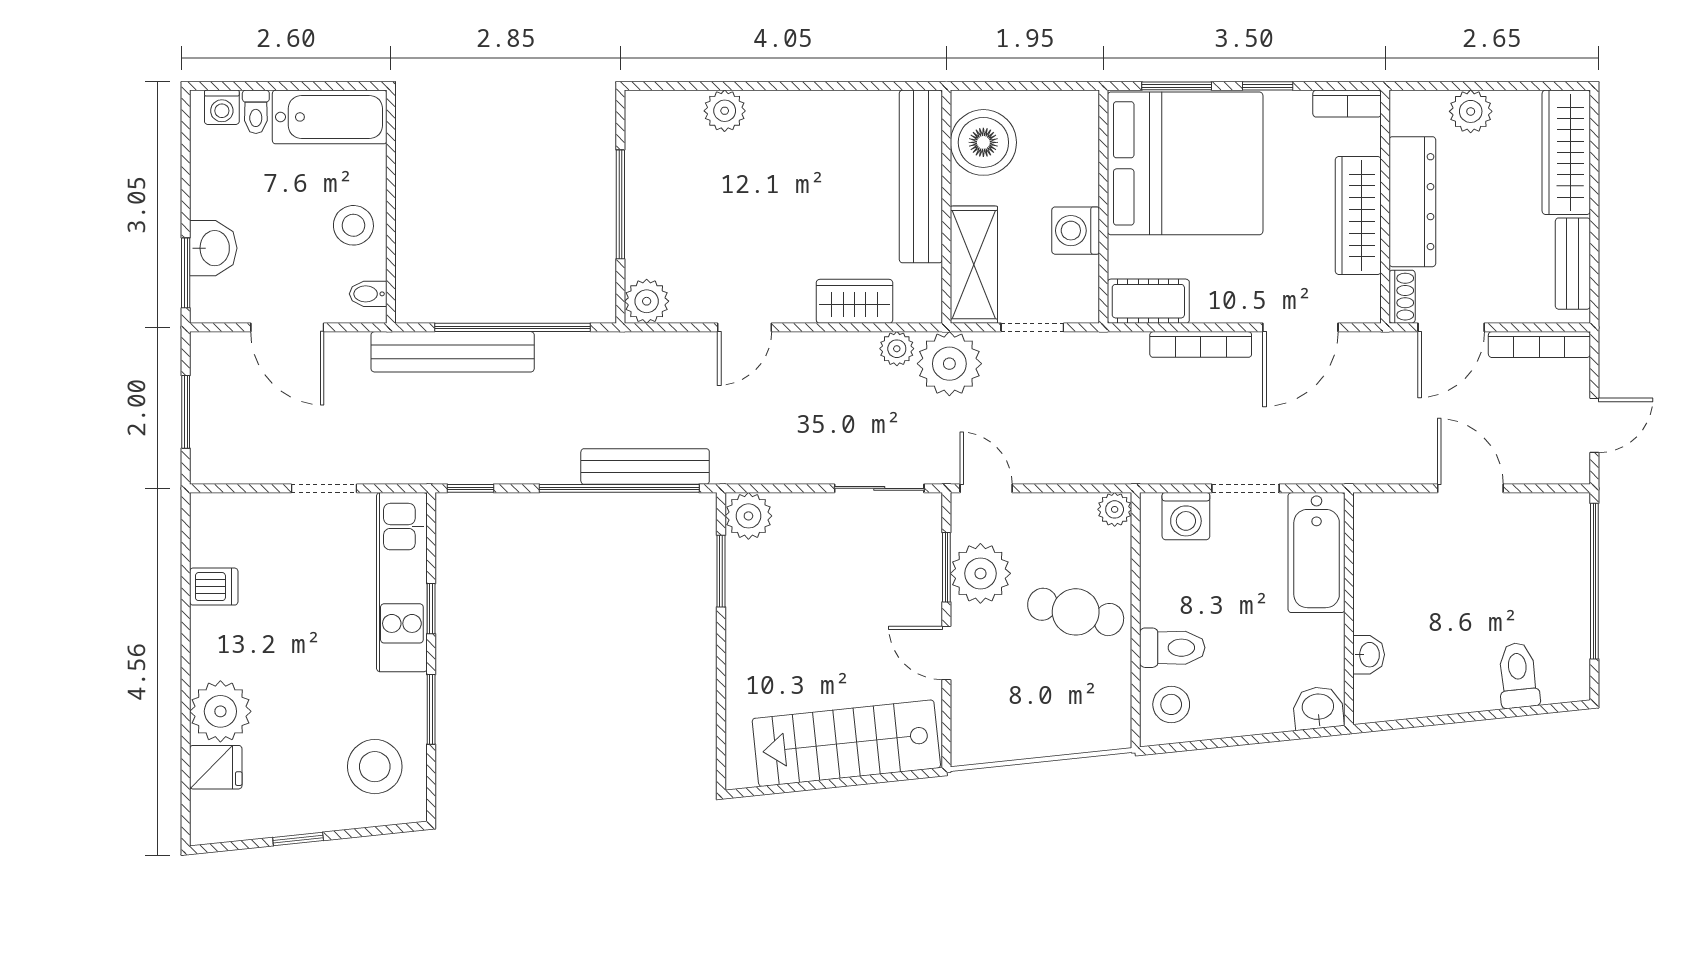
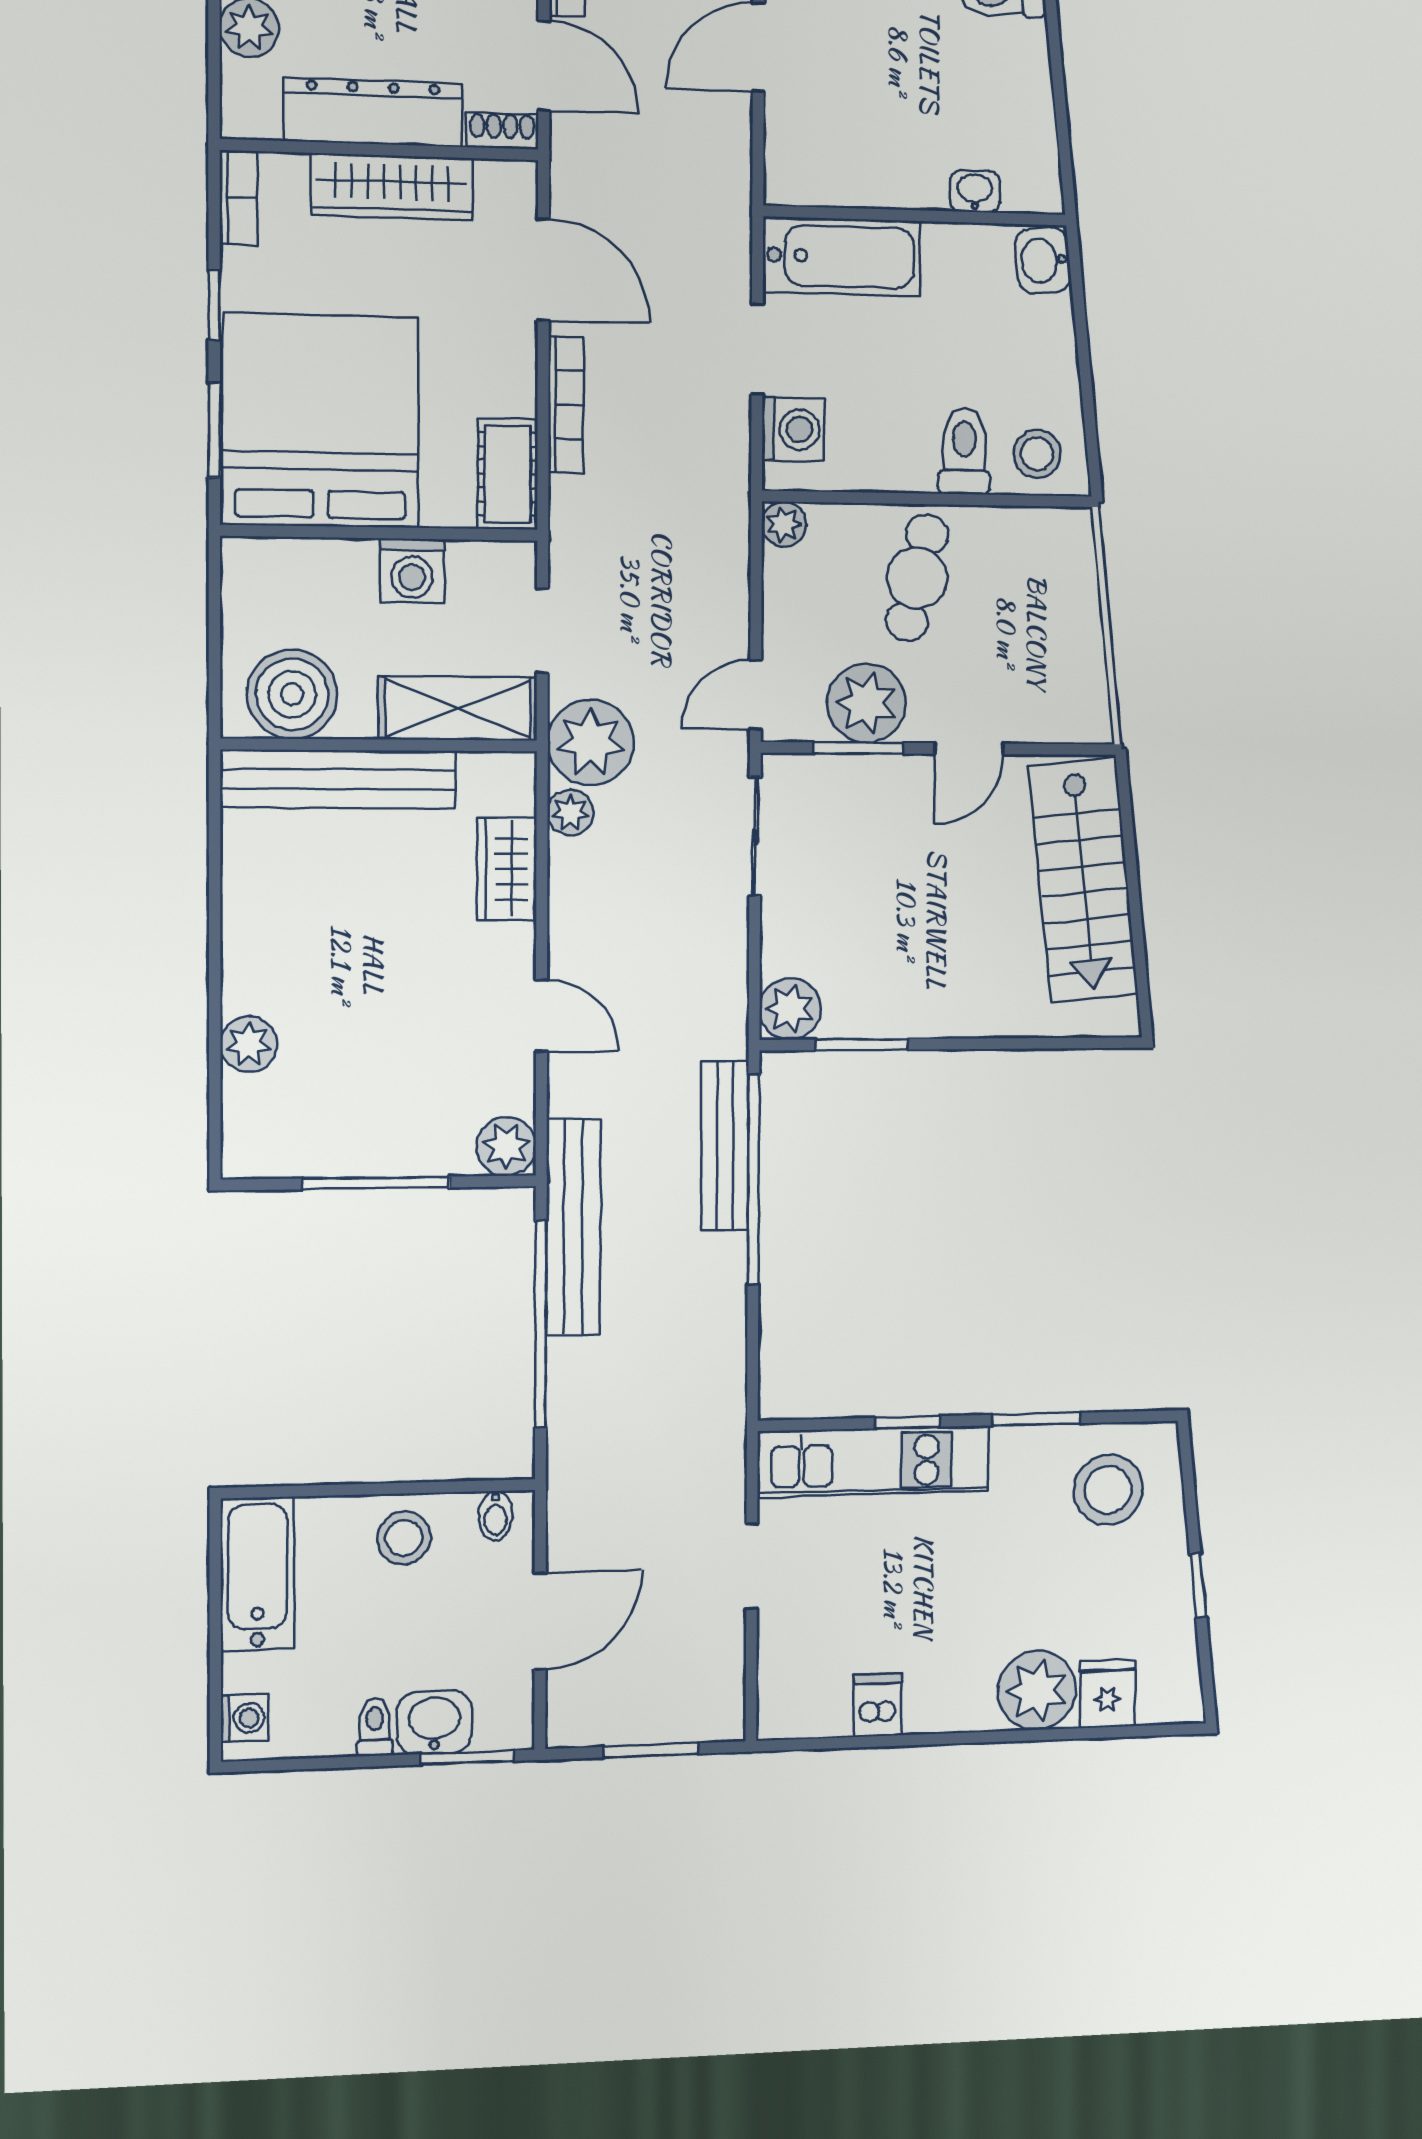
toilet: (256, 112) -> (375, 1727), moved, turned -90
bench: (453, 352) -> (573, 1227), moved
window: (471, 488) -> (753, 1375), removed

